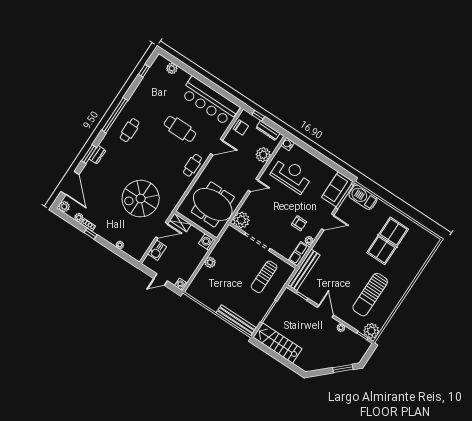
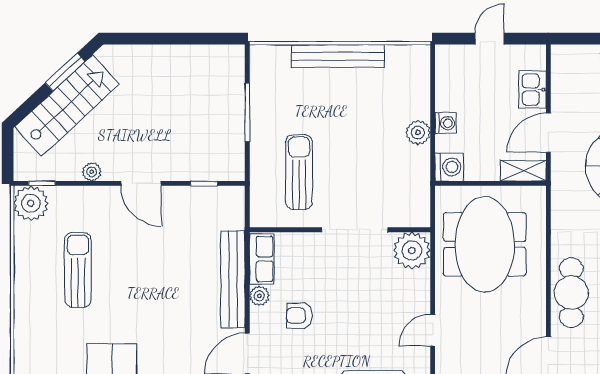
cafe table: (192, 165) -> (571, 293), width x1.37, depth x1.35
meeting table: (213, 204) -> (485, 244), turned 90
bench: (304, 270) -> (233, 279), moved
washing machine: (181, 284) -> (446, 123), moved
sun lounger: (370, 295) -> (78, 270), width x0.73, depth x0.75
bench: (236, 320) -> (338, 56), moved
stairs: (277, 343) -> (67, 106), moved, turned -43
window: (343, 369) -> (65, 72), moved

